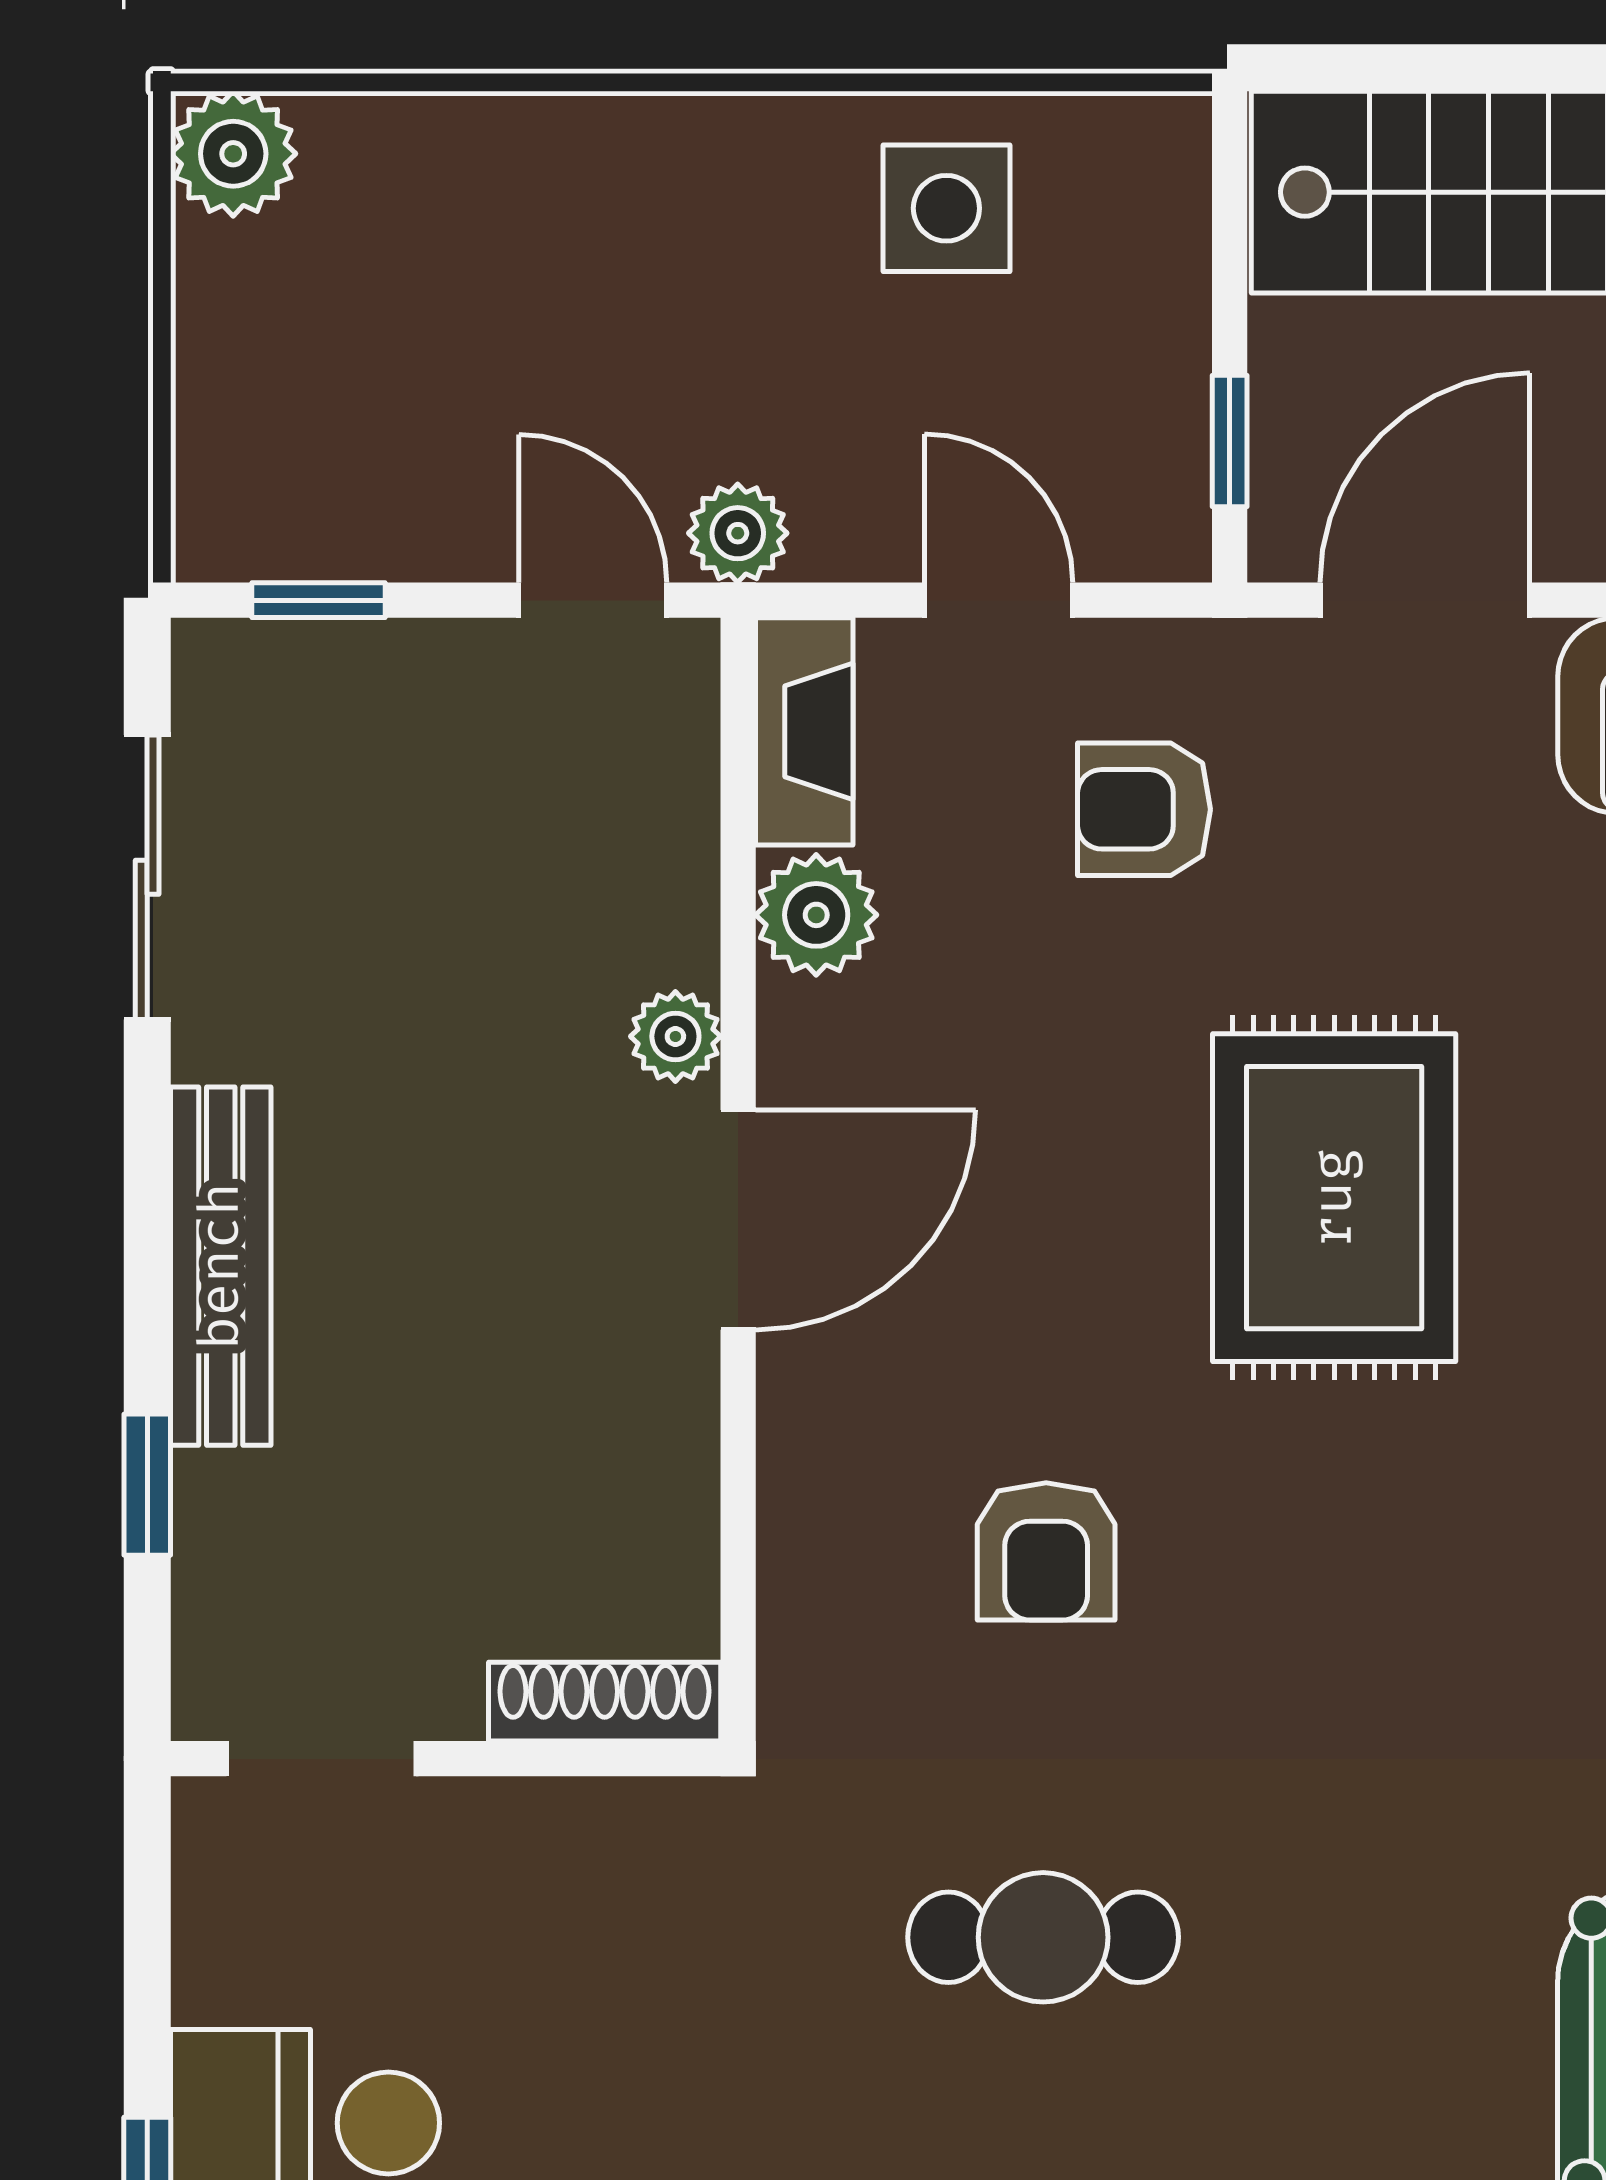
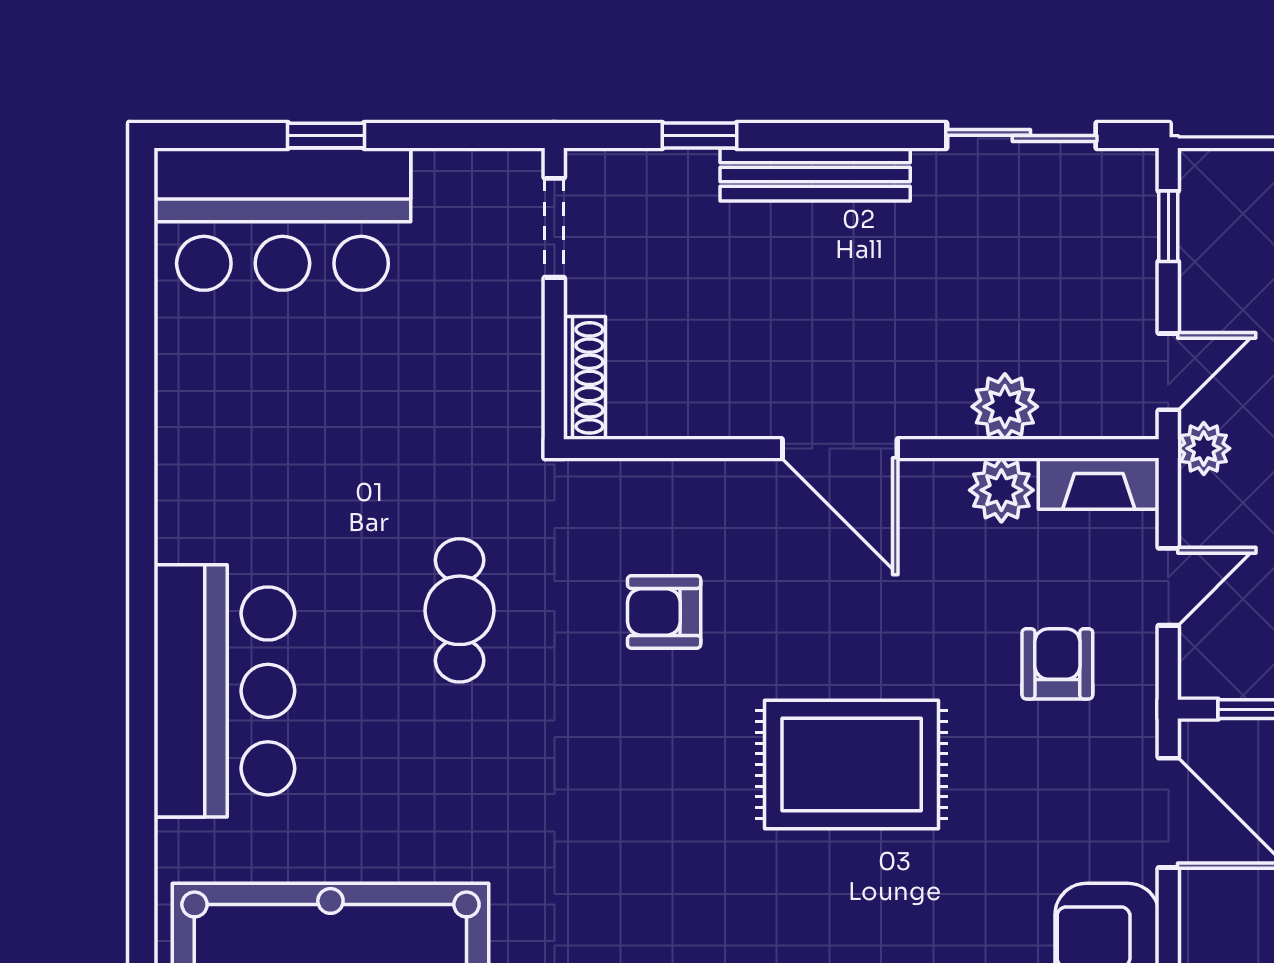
plant: (675, 1036) -> (1005, 407), moved, width x1.38, depth x1.38

